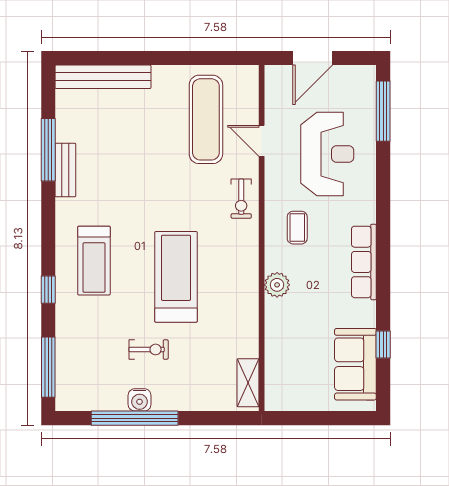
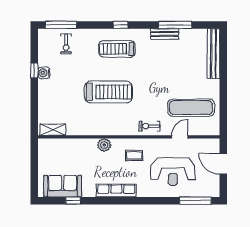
window: (48, 290) -> (120, 25), moved
exercise bike: (149, 349) -> (66, 44), moved
window: (135, 418) -> (34, 70), width x0.32

